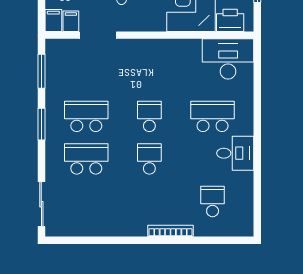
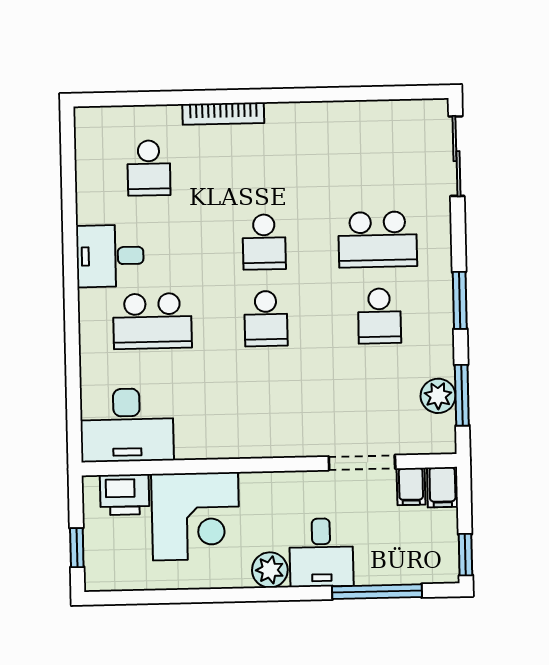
plant: (55, 71) -> (438, 396), added
school desk: (86, 116) -> (379, 316), width x0.54

